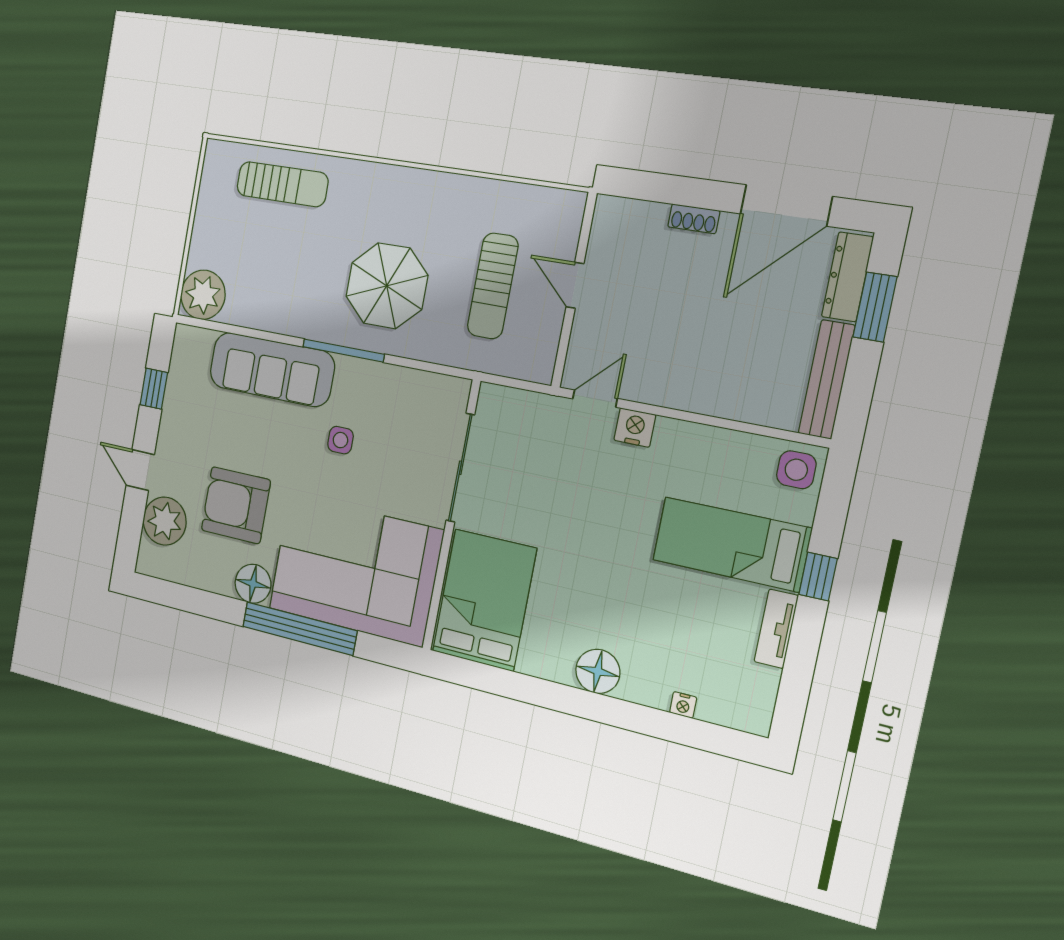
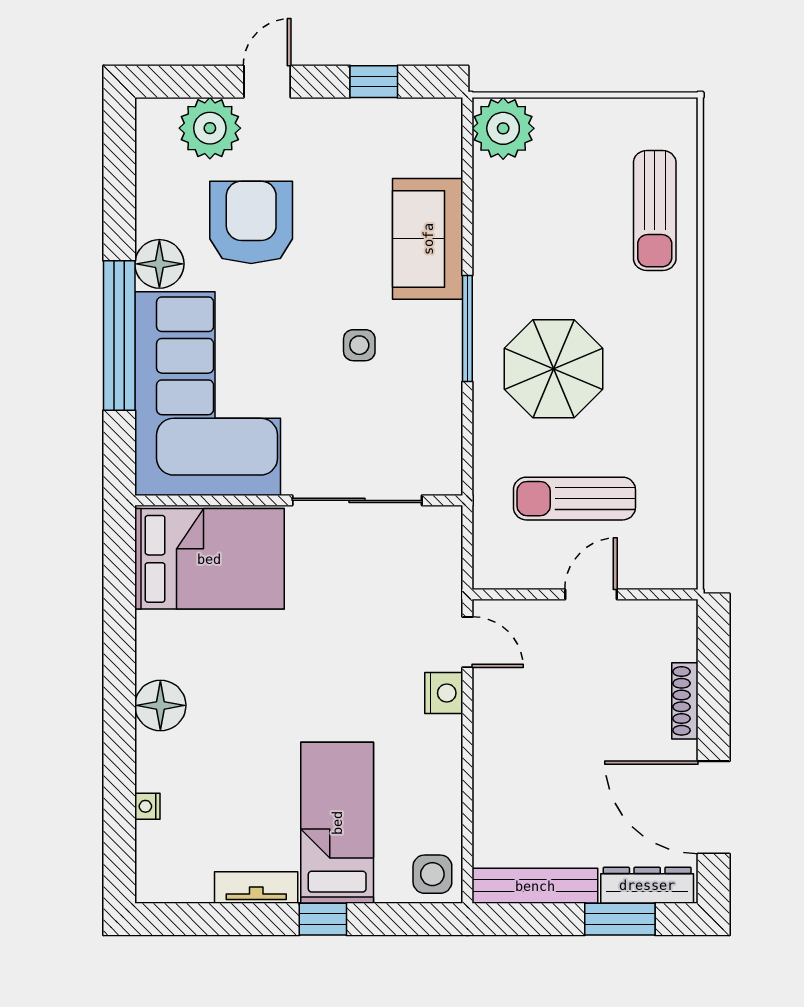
shoe rack: (694, 219) -> (685, 701), width x1.43
sofa: (272, 369) -> (428, 239), width x0.73

